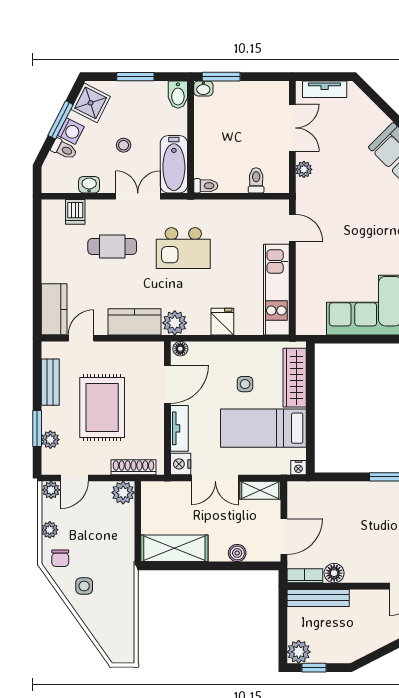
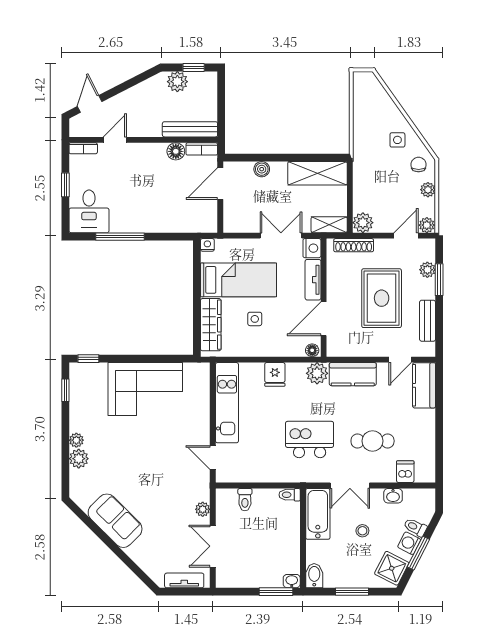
shelving: (260, 490) -> (329, 225), moved
plant: (299, 652) -> (177, 82), moved

